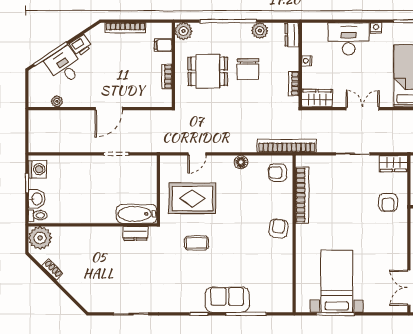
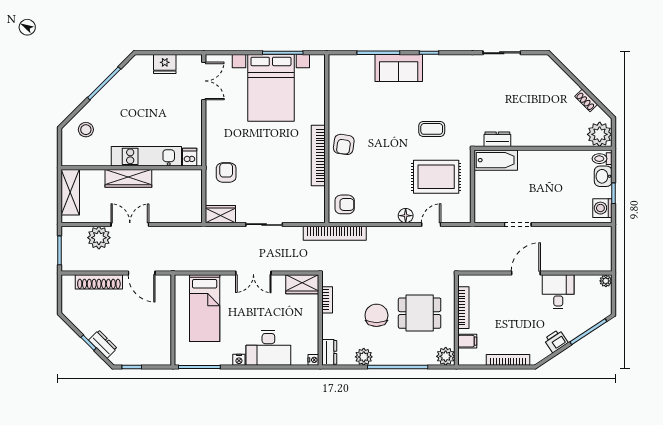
nightstand: (307, 61) -> (313, 360), moved
desk: (65, 66) -> (558, 292), moved, turned -146
bookcase: (167, 76) -> (463, 308), width x1.56
plant: (57, 101) -> (606, 281), moved
floor lamp: (241, 162) -> (406, 216), moved
bookcase: (302, 195) -> (318, 156), moved
bed with nightstands: (337, 281) -> (271, 88), width x1.36

